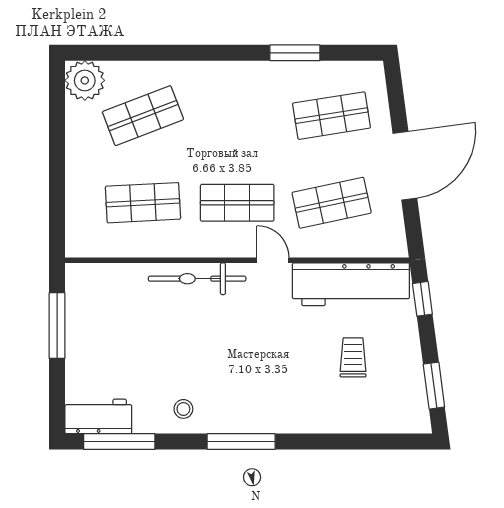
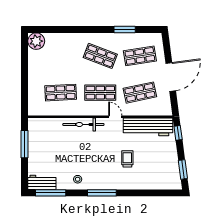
shop shelf: (143, 116) -> (100, 56), moved, turned 42
trolley: (353, 357) -> (127, 159), moved

